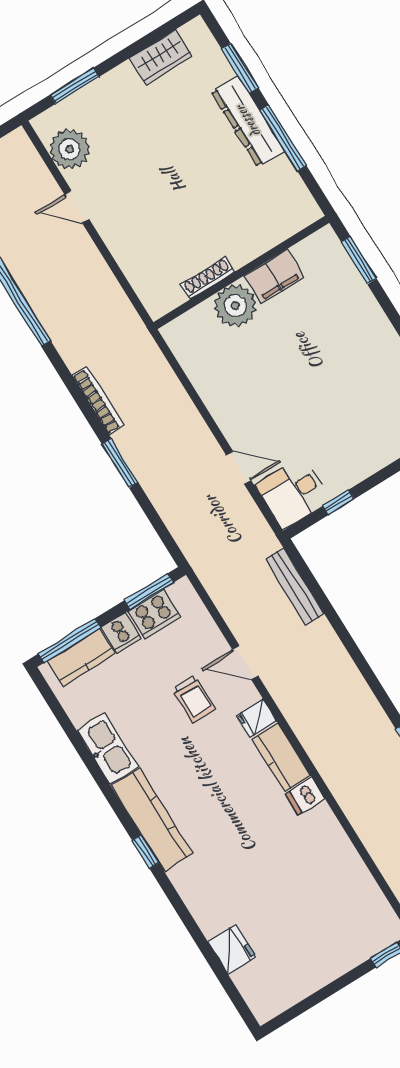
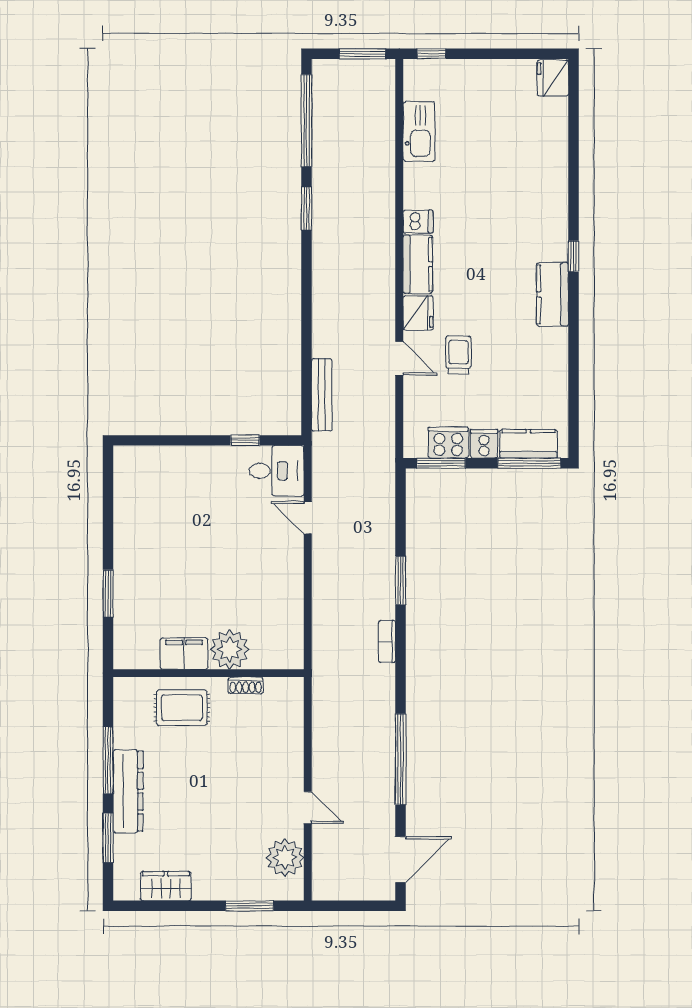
rug: (246, 226) -> (182, 708), added
window: (359, 260) -> (108, 593), moved
shoe rack: (208, 278) -> (246, 685), width x0.70
bookcase: (98, 401) -> (387, 642), width x0.64
fridge: (256, 718) -> (418, 313), width x1.38
kitchen sink: (107, 748) -> (419, 131), moved, turned 180
kitchen counter: (152, 820) -> (553, 294), width x0.67
fridge: (232, 950) -> (553, 78), moved

